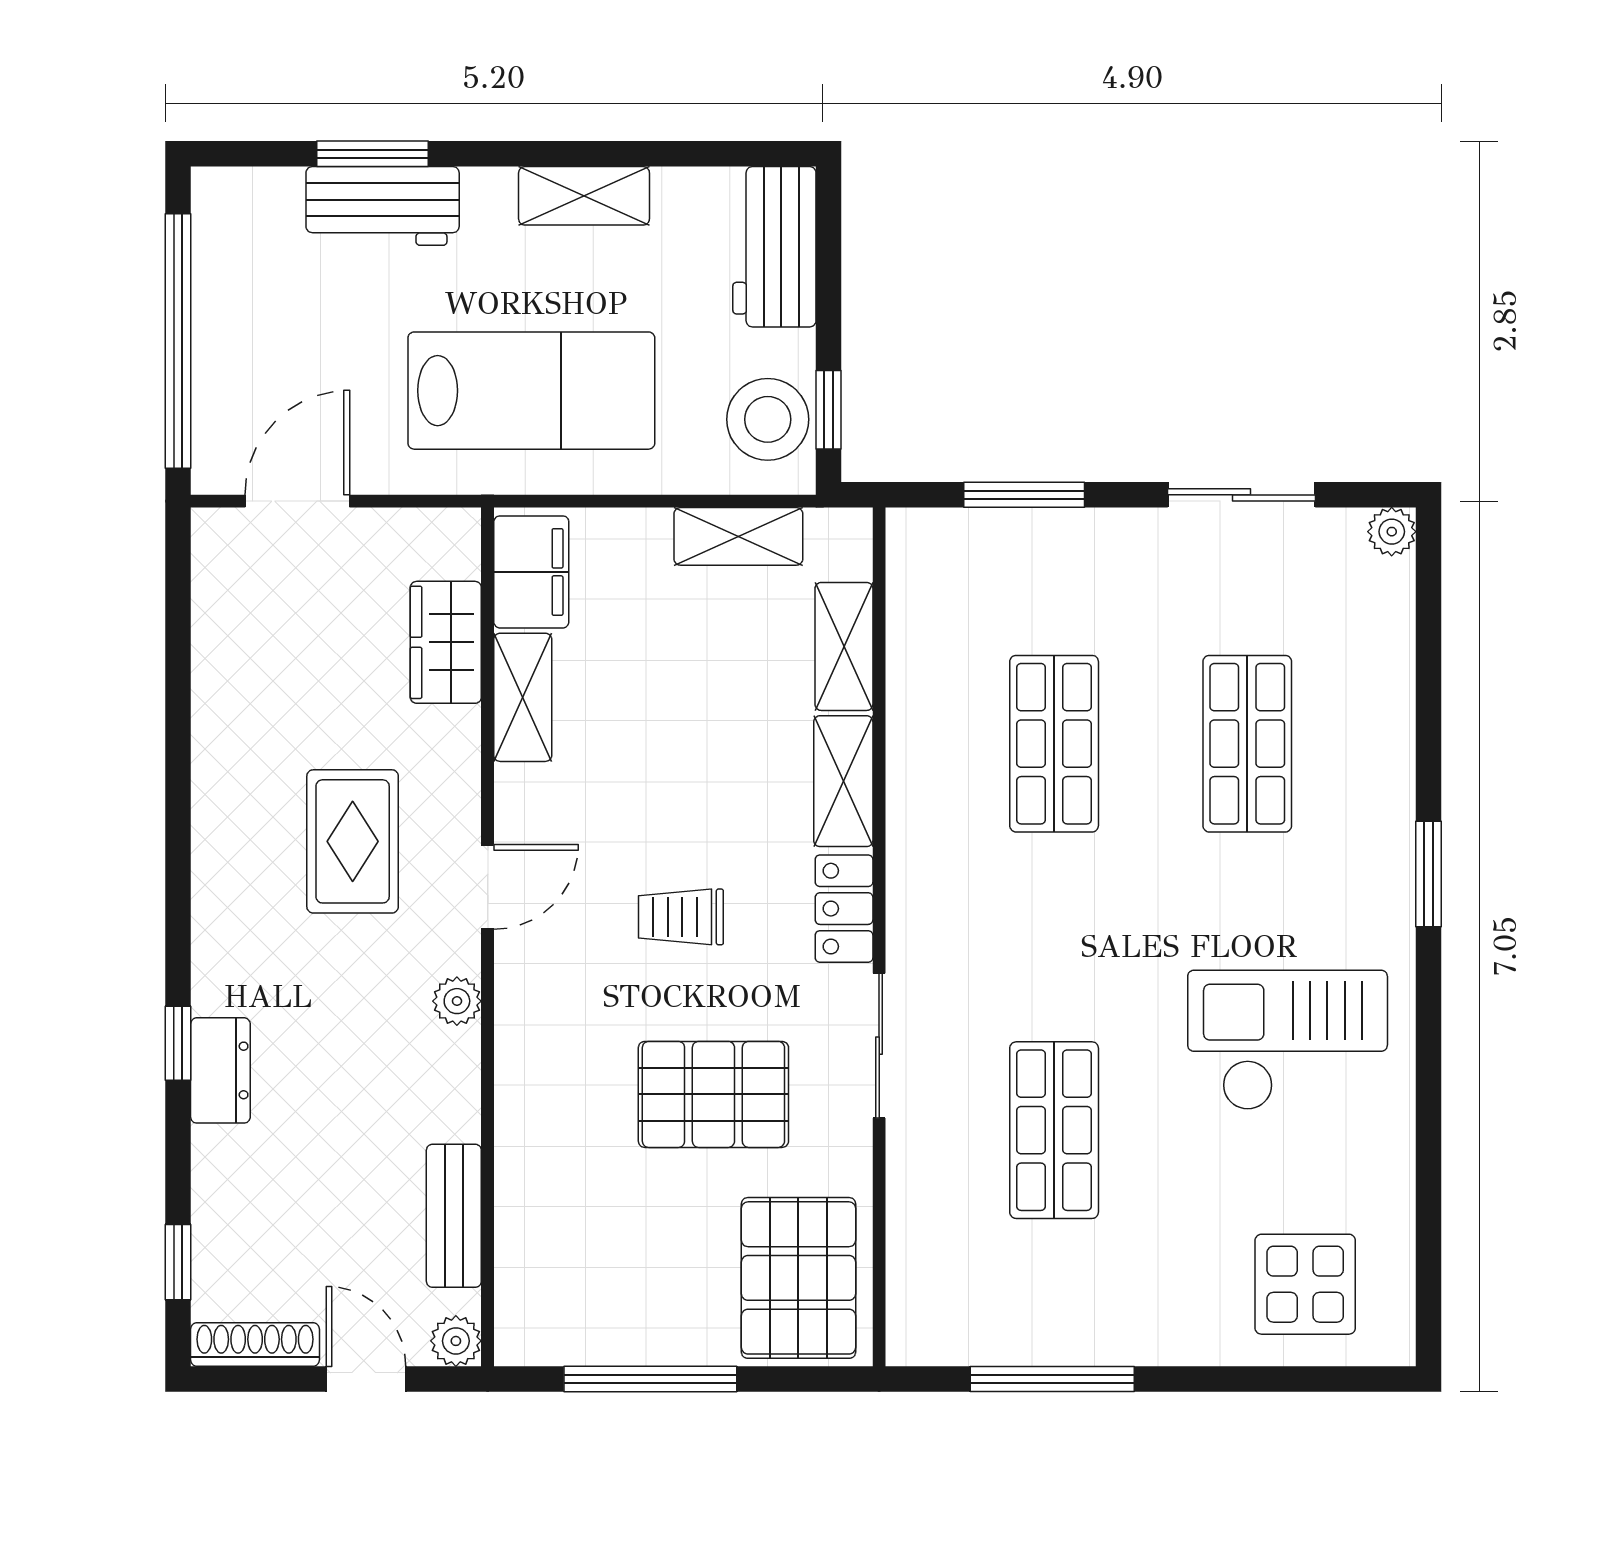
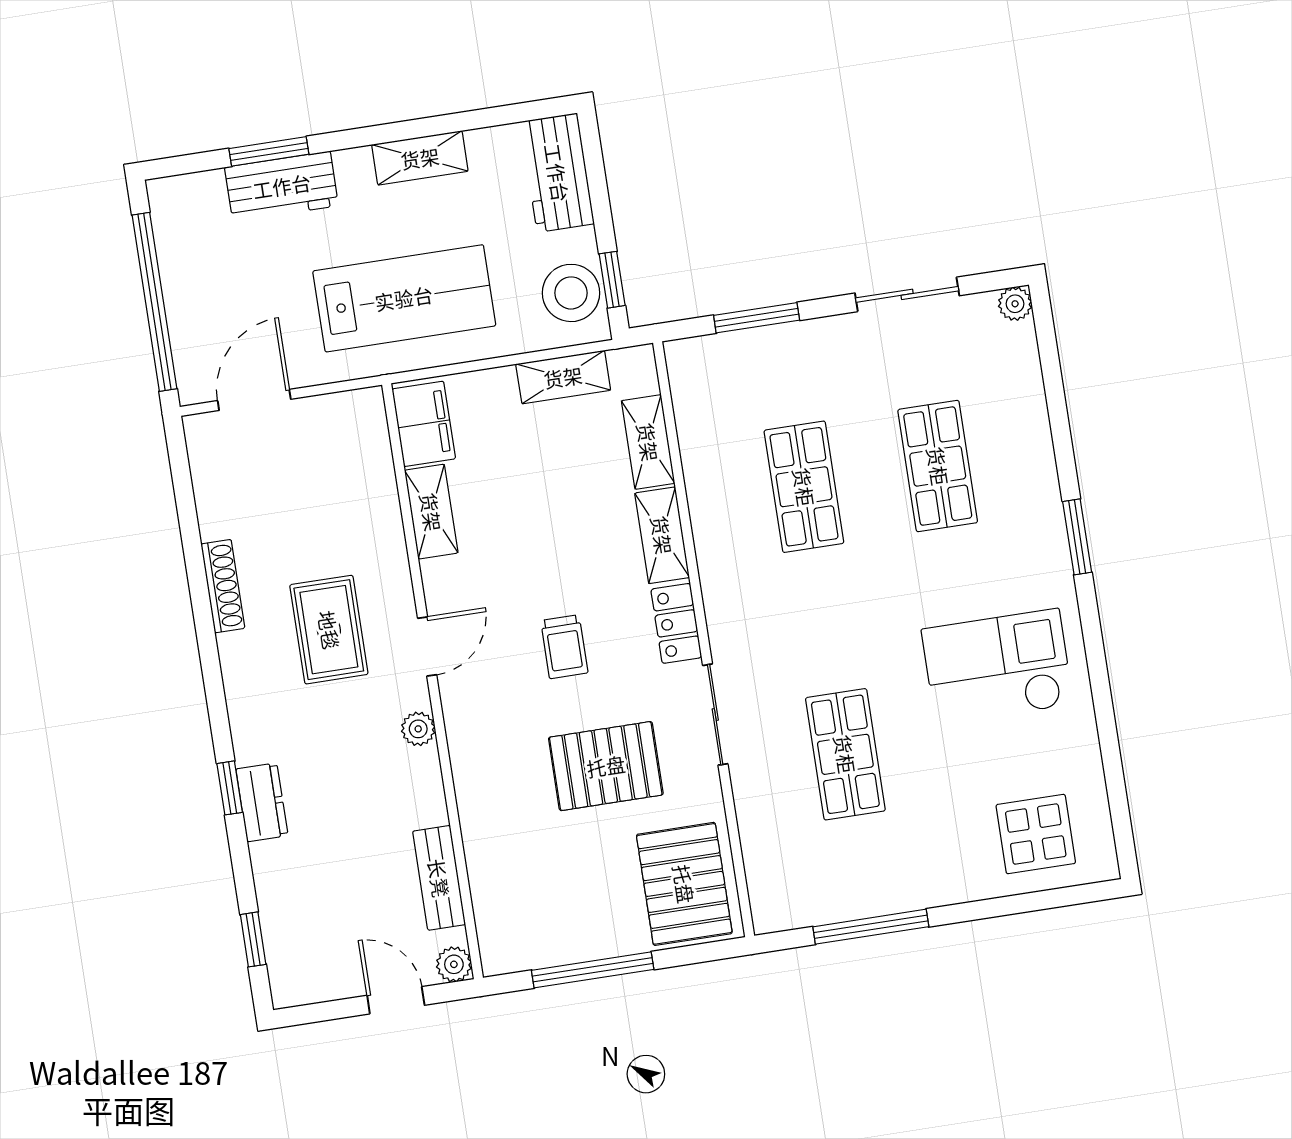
wardrobe: (446, 642) -> (372, 482), removed
trolley: (681, 917) -> (564, 647), turned -90
shoe rack: (255, 1344) -> (223, 586), moved, turned 90

